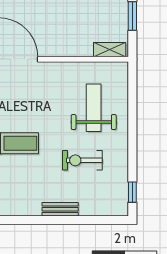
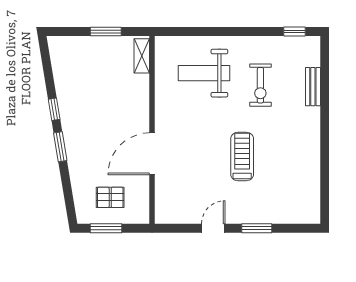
bench: (60, 209) -> (313, 87), moved

